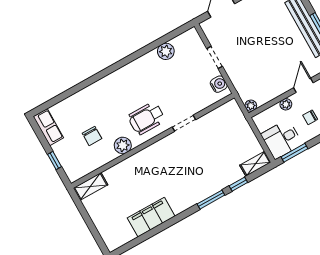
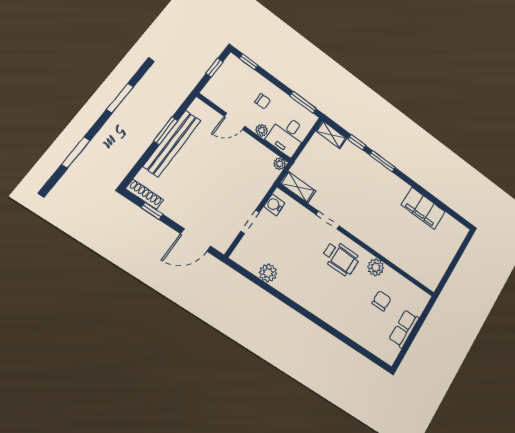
row of seats: (48, 127) -> (404, 329), moved
desk: (282, 139) -> (287, 136), moved, turned 90
window: (54, 160) -> (420, 323), removed
shelving: (91, 186) -> (298, 187), moved

